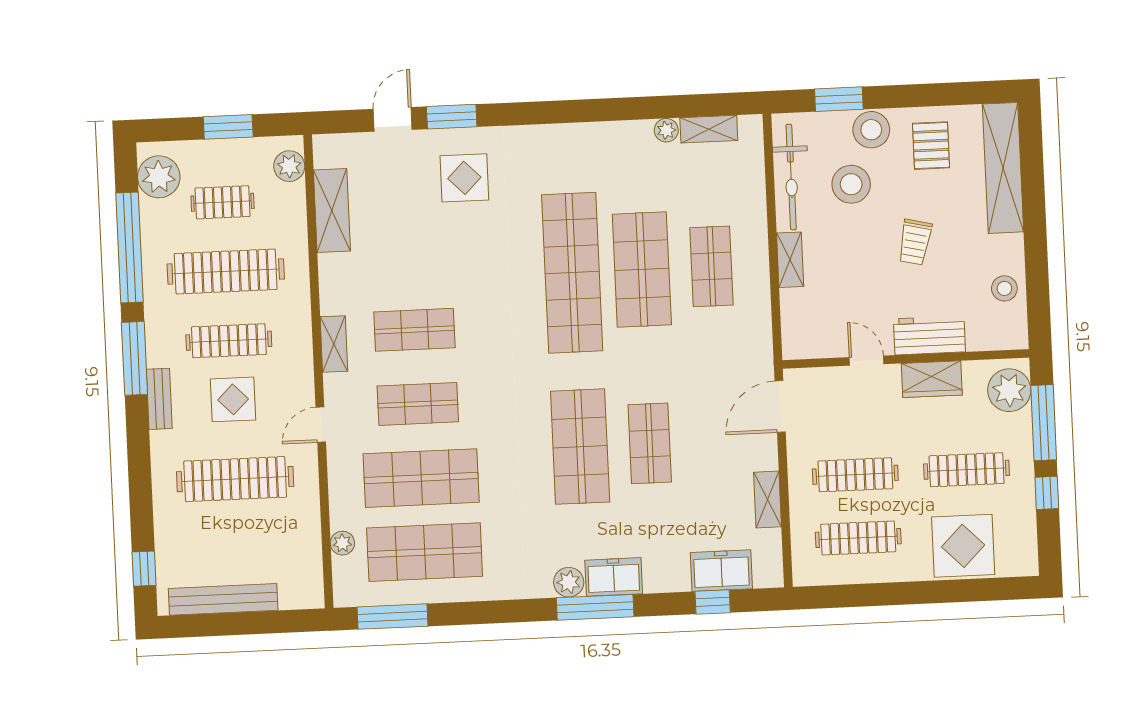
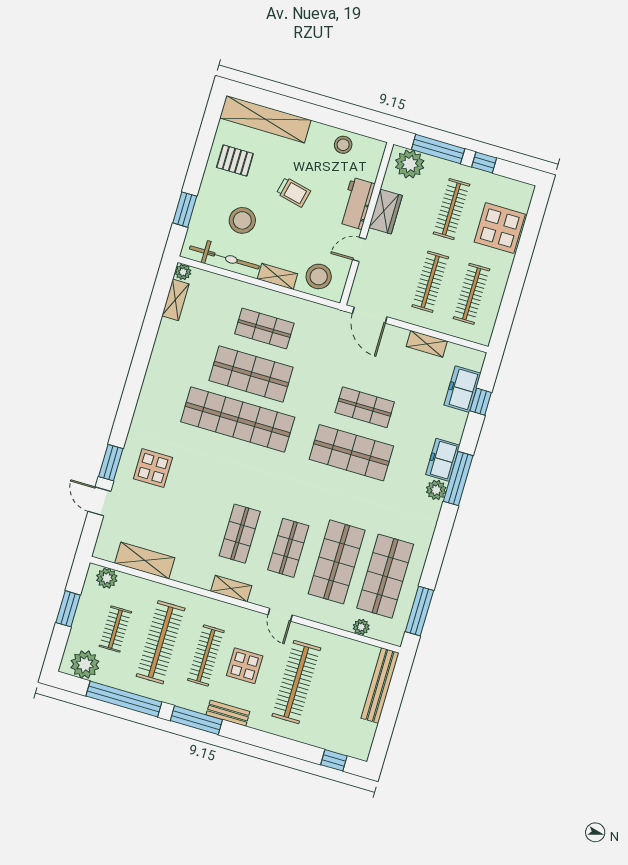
plant: (666, 130) -> (183, 272), moved
stool: (871, 130) -> (319, 276), moved
bench: (223, 599) -> (380, 685), moved

